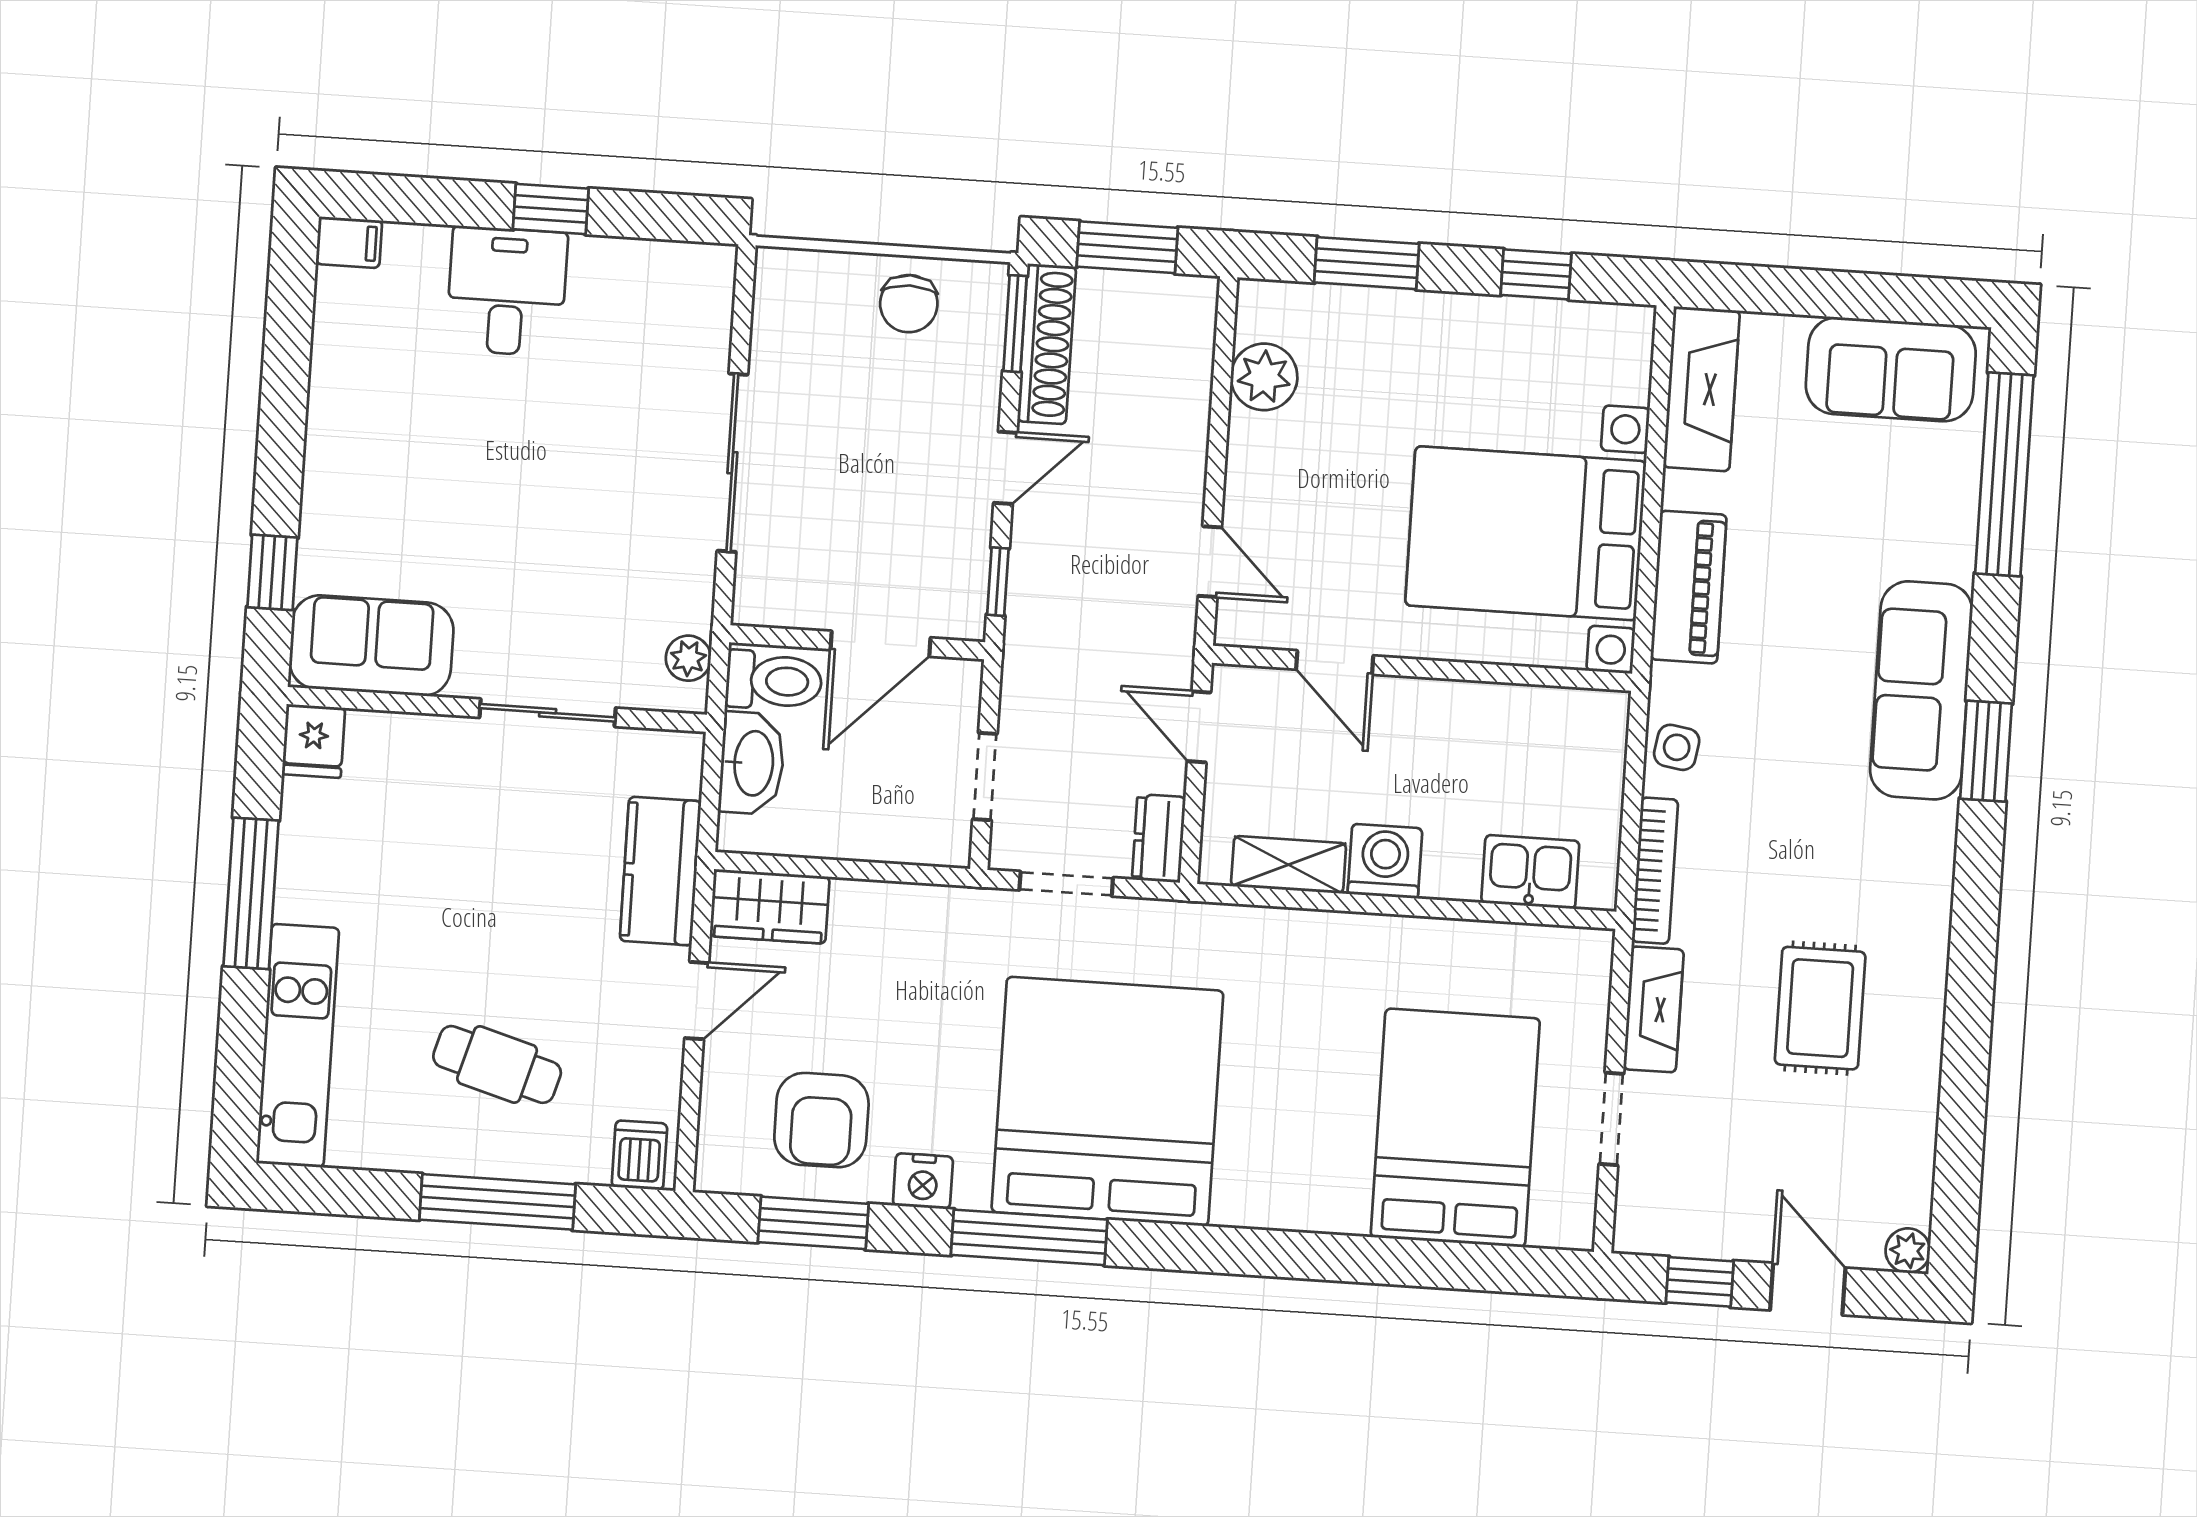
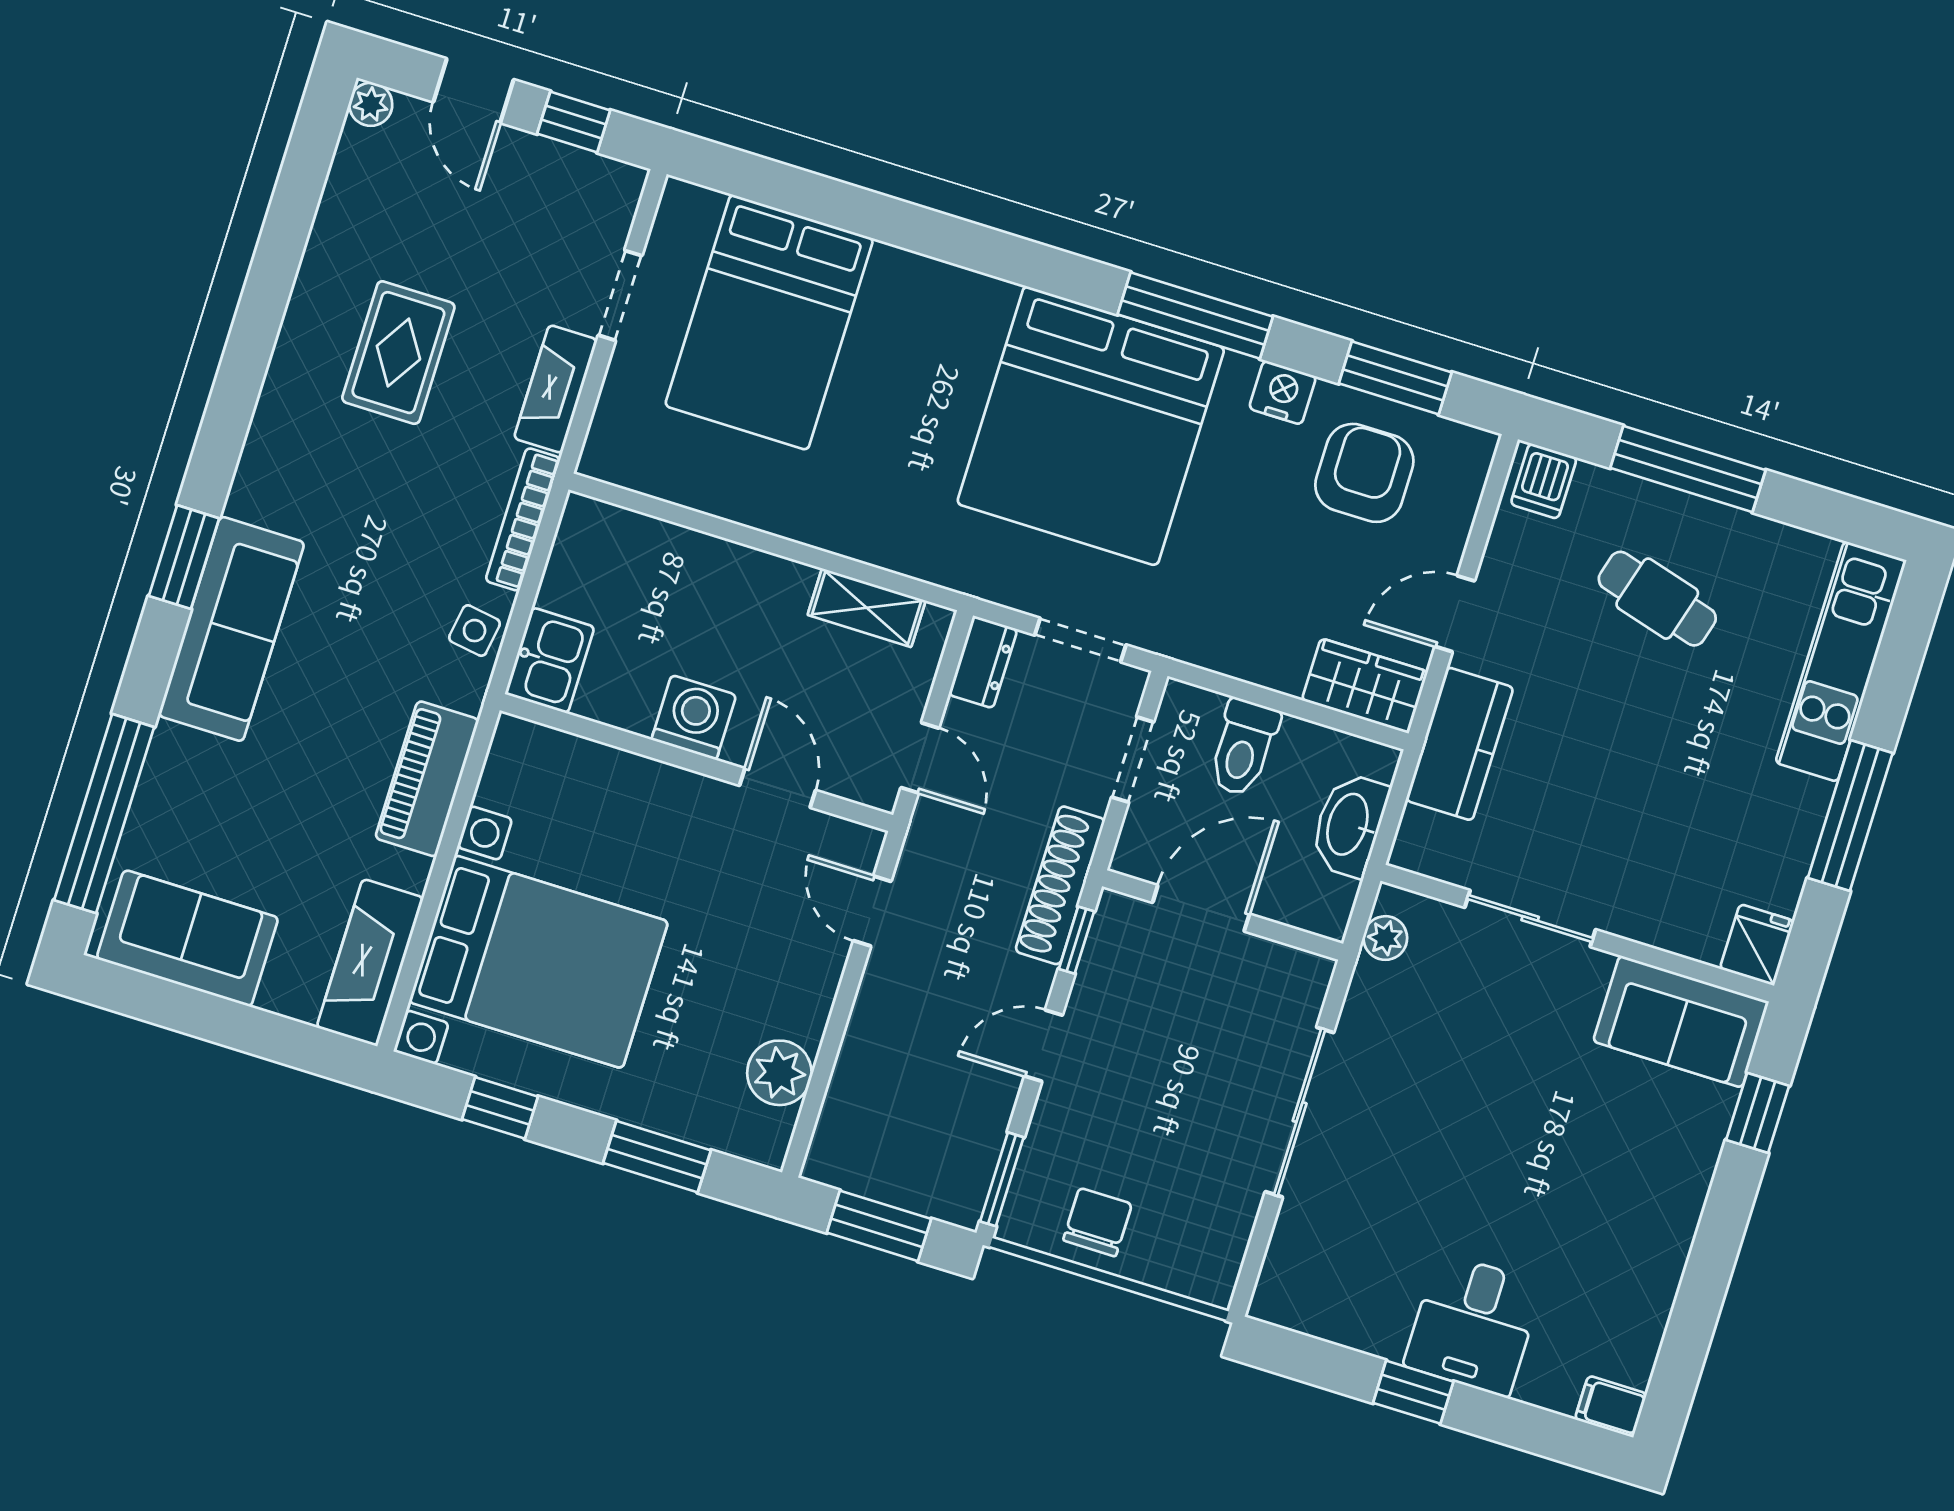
shoe rack: (1047, 344) -> (1060, 885), moved
bed with nightstands: (1526, 533) -> (539, 962), moved
toilet: (774, 681) -> (1243, 748), moved, turned -90
washing machine: (1385, 861) -> (694, 717), moved, turned 180
kitchen sink: (1530, 872) -> (550, 660), moved, turned -90

